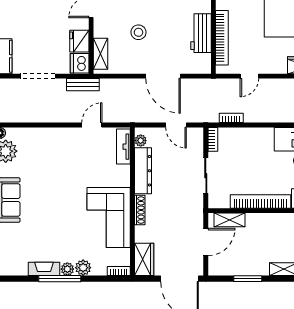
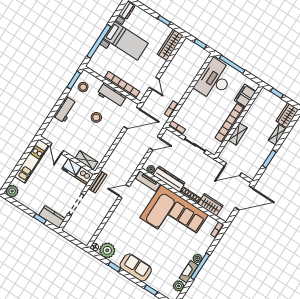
stool: (138, 32) -> (96, 117), moved
door: (163, 76) -> (132, 118), moved
door: (92, 125) -> (124, 191), hinge flipped
corner sofa: (109, 217) -> (174, 216), width x1.36, depth x1.36
shelving: (230, 220) -> (238, 134), moved
door: (206, 242) -> (233, 169), swing flipped
wardrobe: (144, 259) -> (210, 205), moved
plant: (83, 268) -> (179, 286), moved

